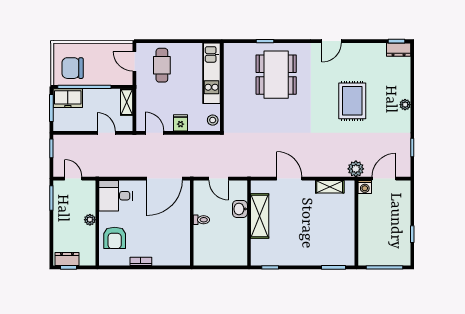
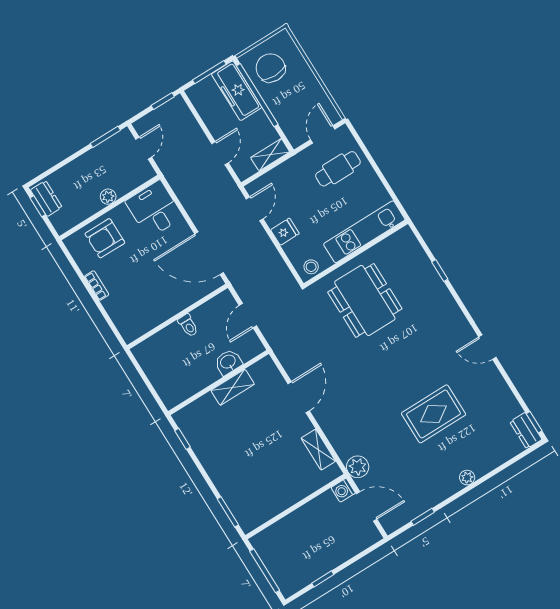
dining table: (276, 75) -> (365, 300), moved, turned 90
freezer: (68, 98) -> (237, 91), width x1.40
shelving: (260, 216) -> (233, 387), width x0.67, depth x0.75

